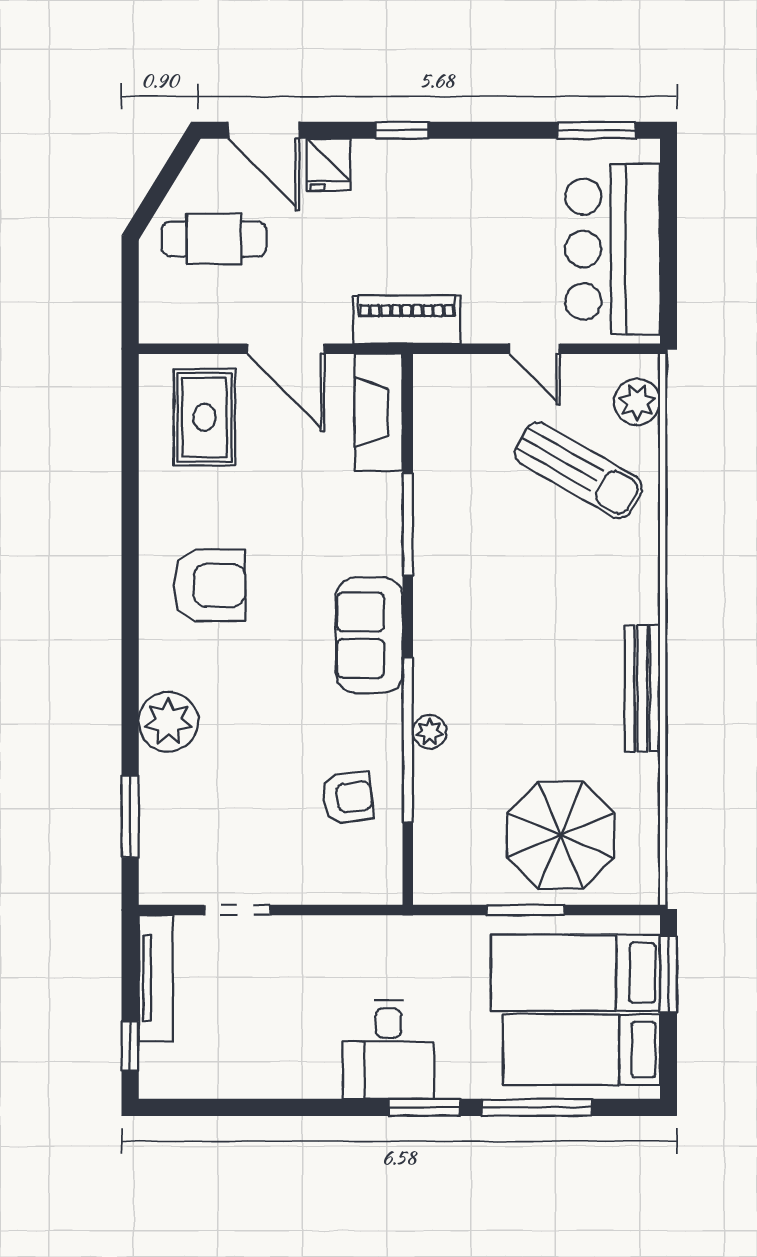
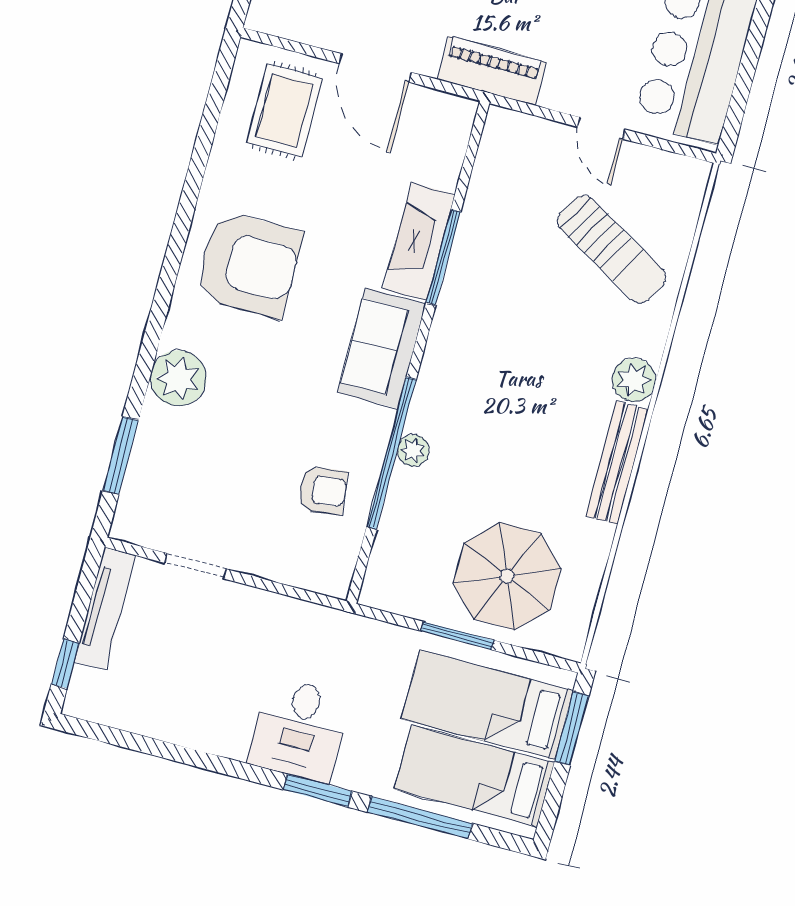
plant: (637, 402) -> (634, 380), moved
fireplace: (379, 412) -> (419, 242), moved
armchair: (209, 585) -> (249, 264), width x1.36, depth x1.36

